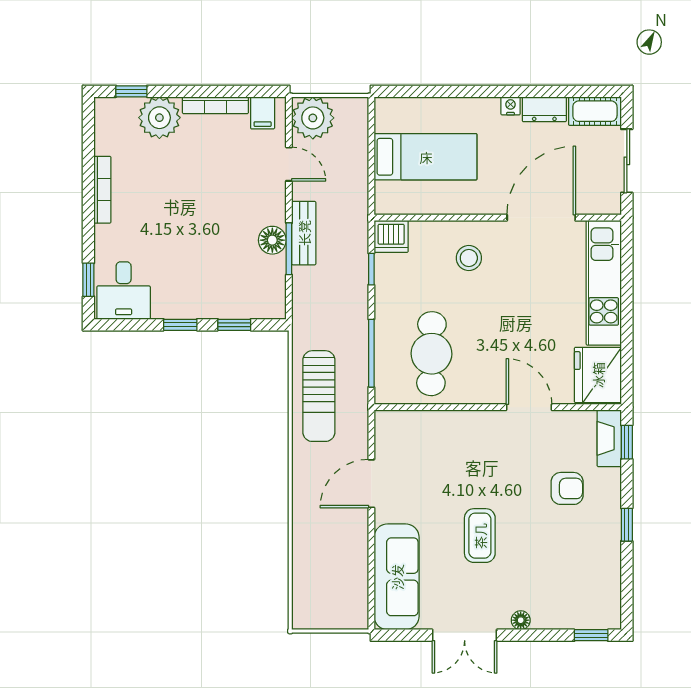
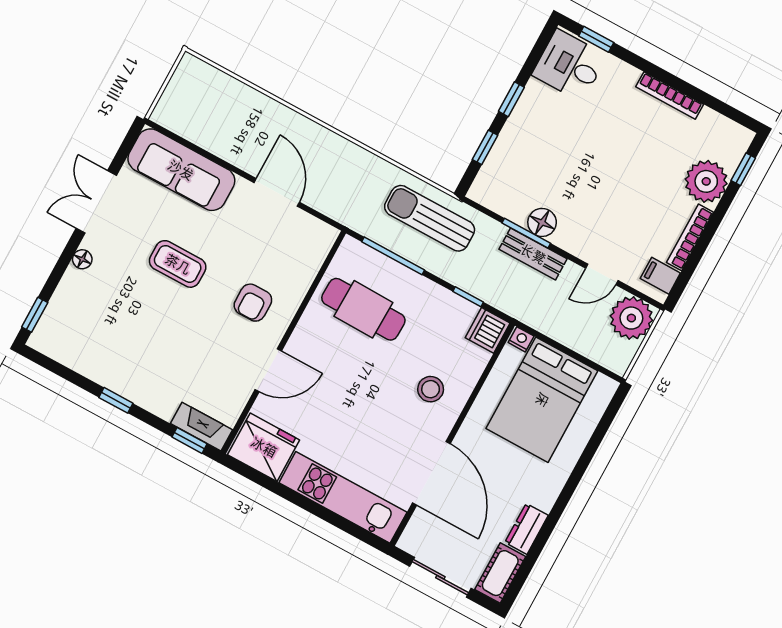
nightstand: (511, 106) -> (521, 339), moved, turned -90
bed: (426, 157) -> (542, 400), width x1.50
sun lounger: (319, 396) -> (430, 218), moved
armchair: (567, 488) -> (253, 303), moved

